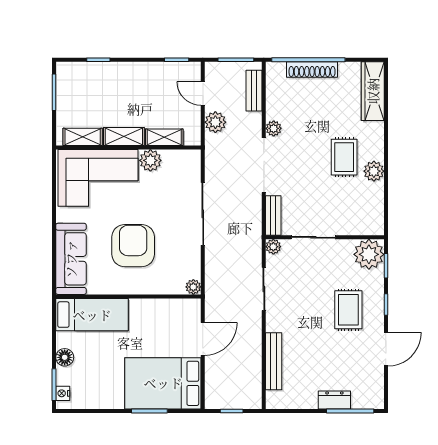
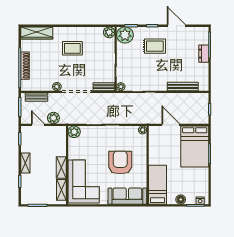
door: (203, 93) -> (38, 125), swing flipped
shelving: (164, 137) -> (25, 163), moved
plant: (150, 160) -> (74, 132), moved
plant: (374, 171) -> (109, 32), moved
armchair: (133, 246) -> (120, 162), turned 90

